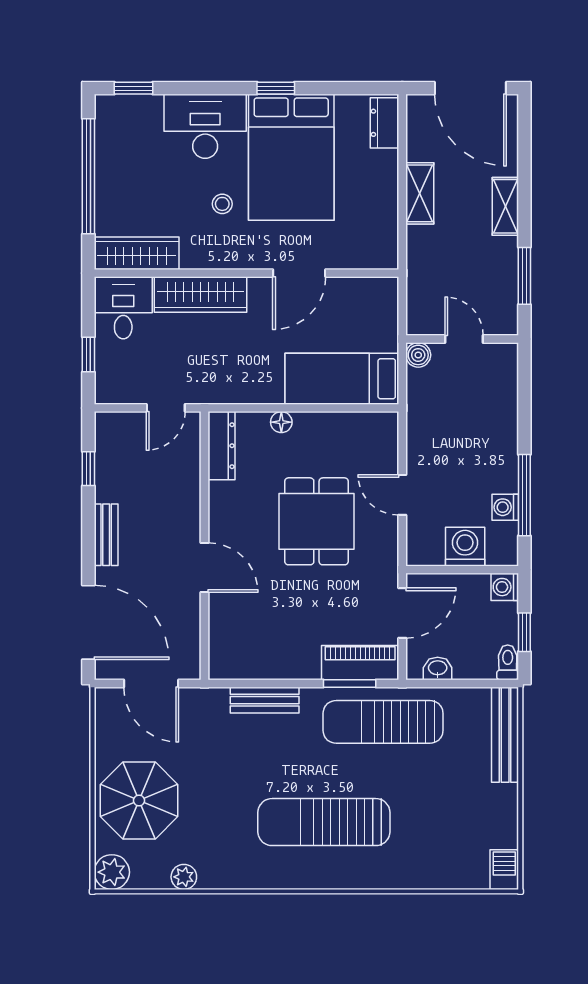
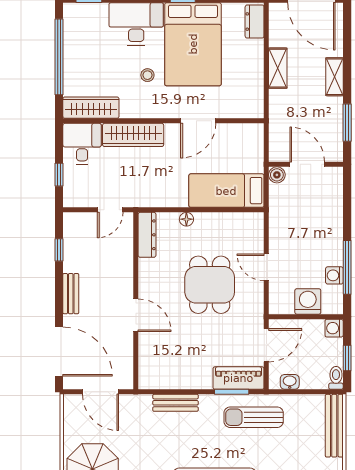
door: (464, 339) -> (307, 164), width x1.38
sun lounger: (383, 722) -> (254, 417), width x0.73, depth x0.75

